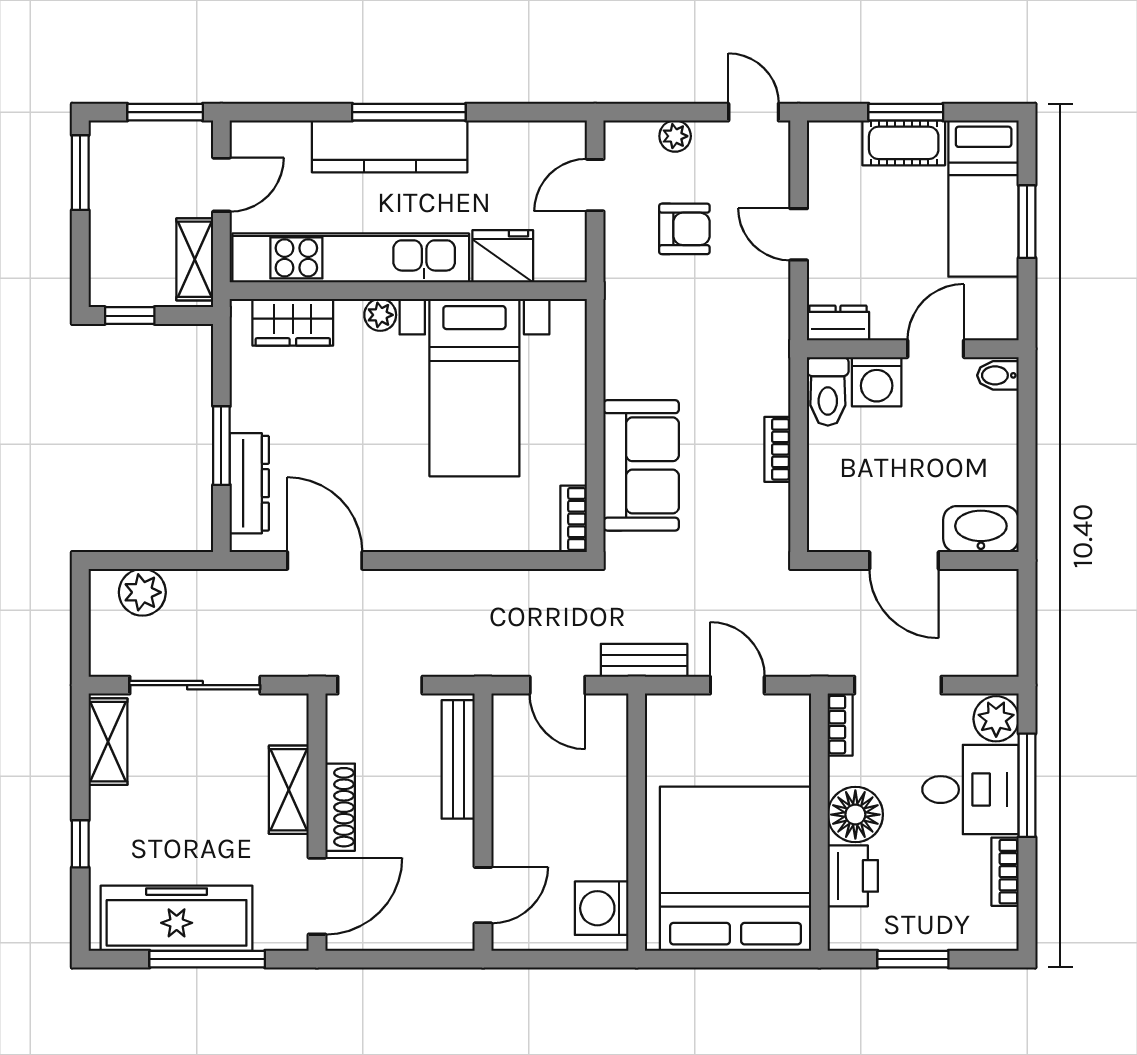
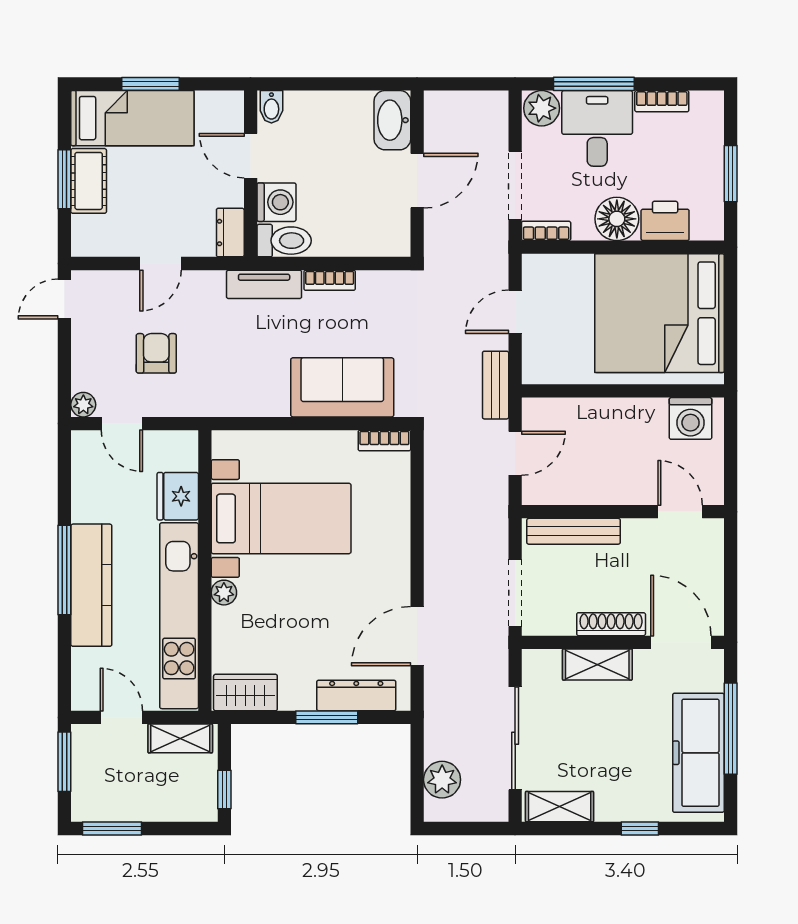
plant: (675, 136) -> (83, 405), moved
wardrobe: (293, 322) -> (245, 693), moved, turned -90
tv unit: (772, 366) -> (264, 284), added

